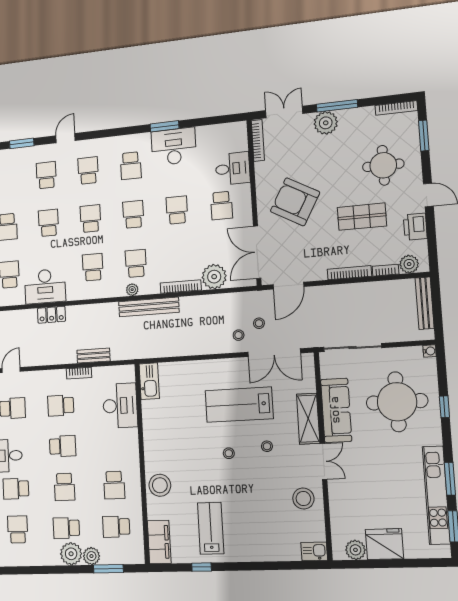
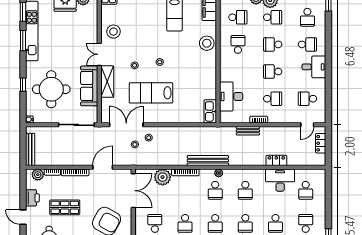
door: (288, 286) -> (103, 167), moved
lab bench: (239, 405) -> (151, 93), turned 180
school desk: (64, 487) -> (273, 44), turned -90

